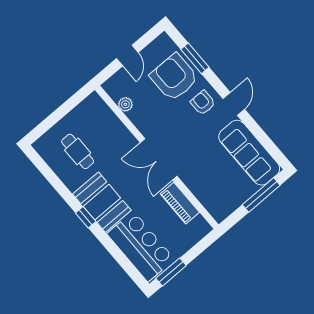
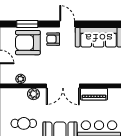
plant: (121, 134) -> (33, 94), added

